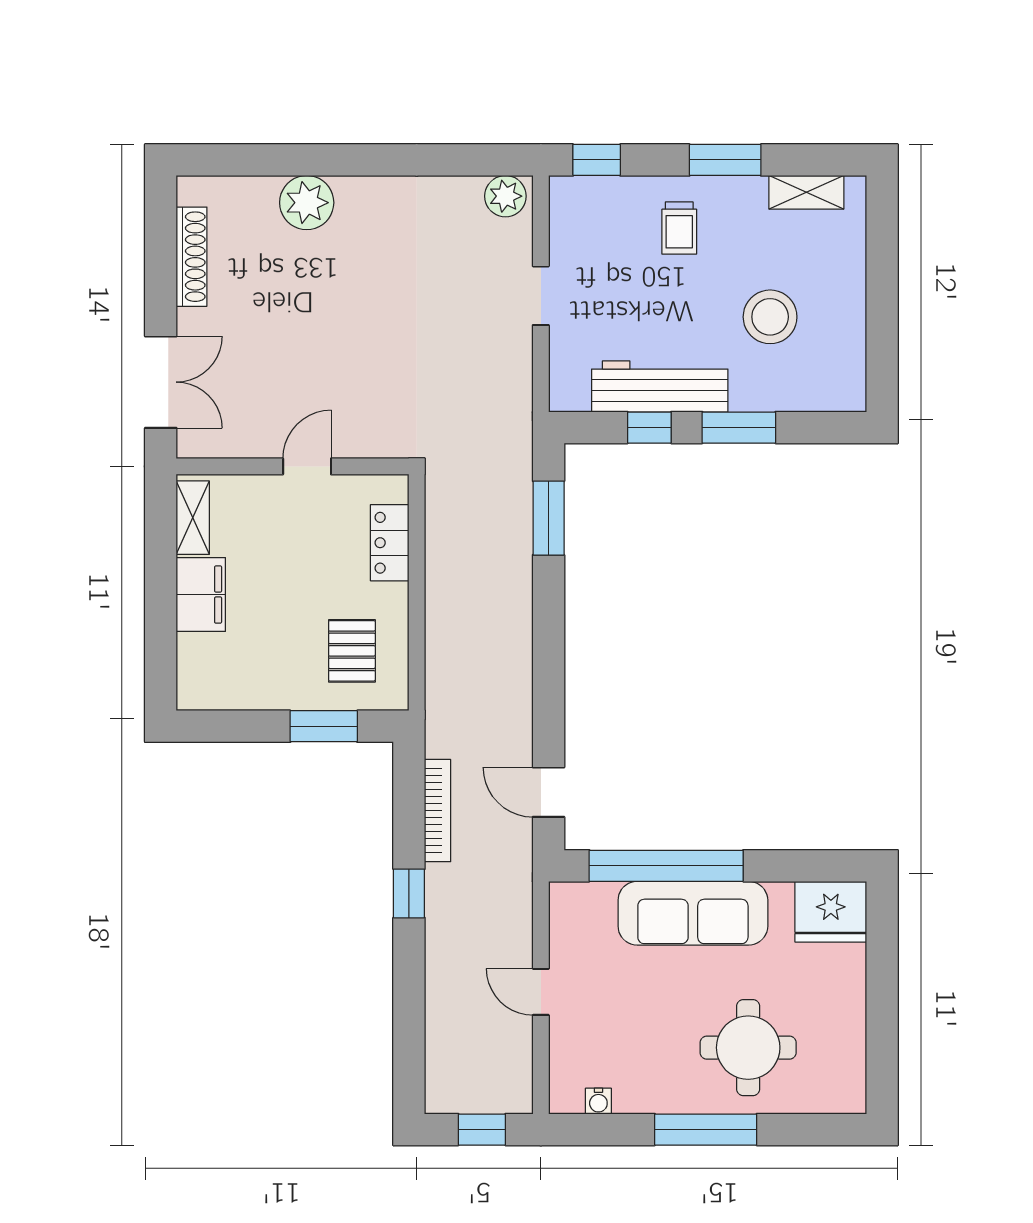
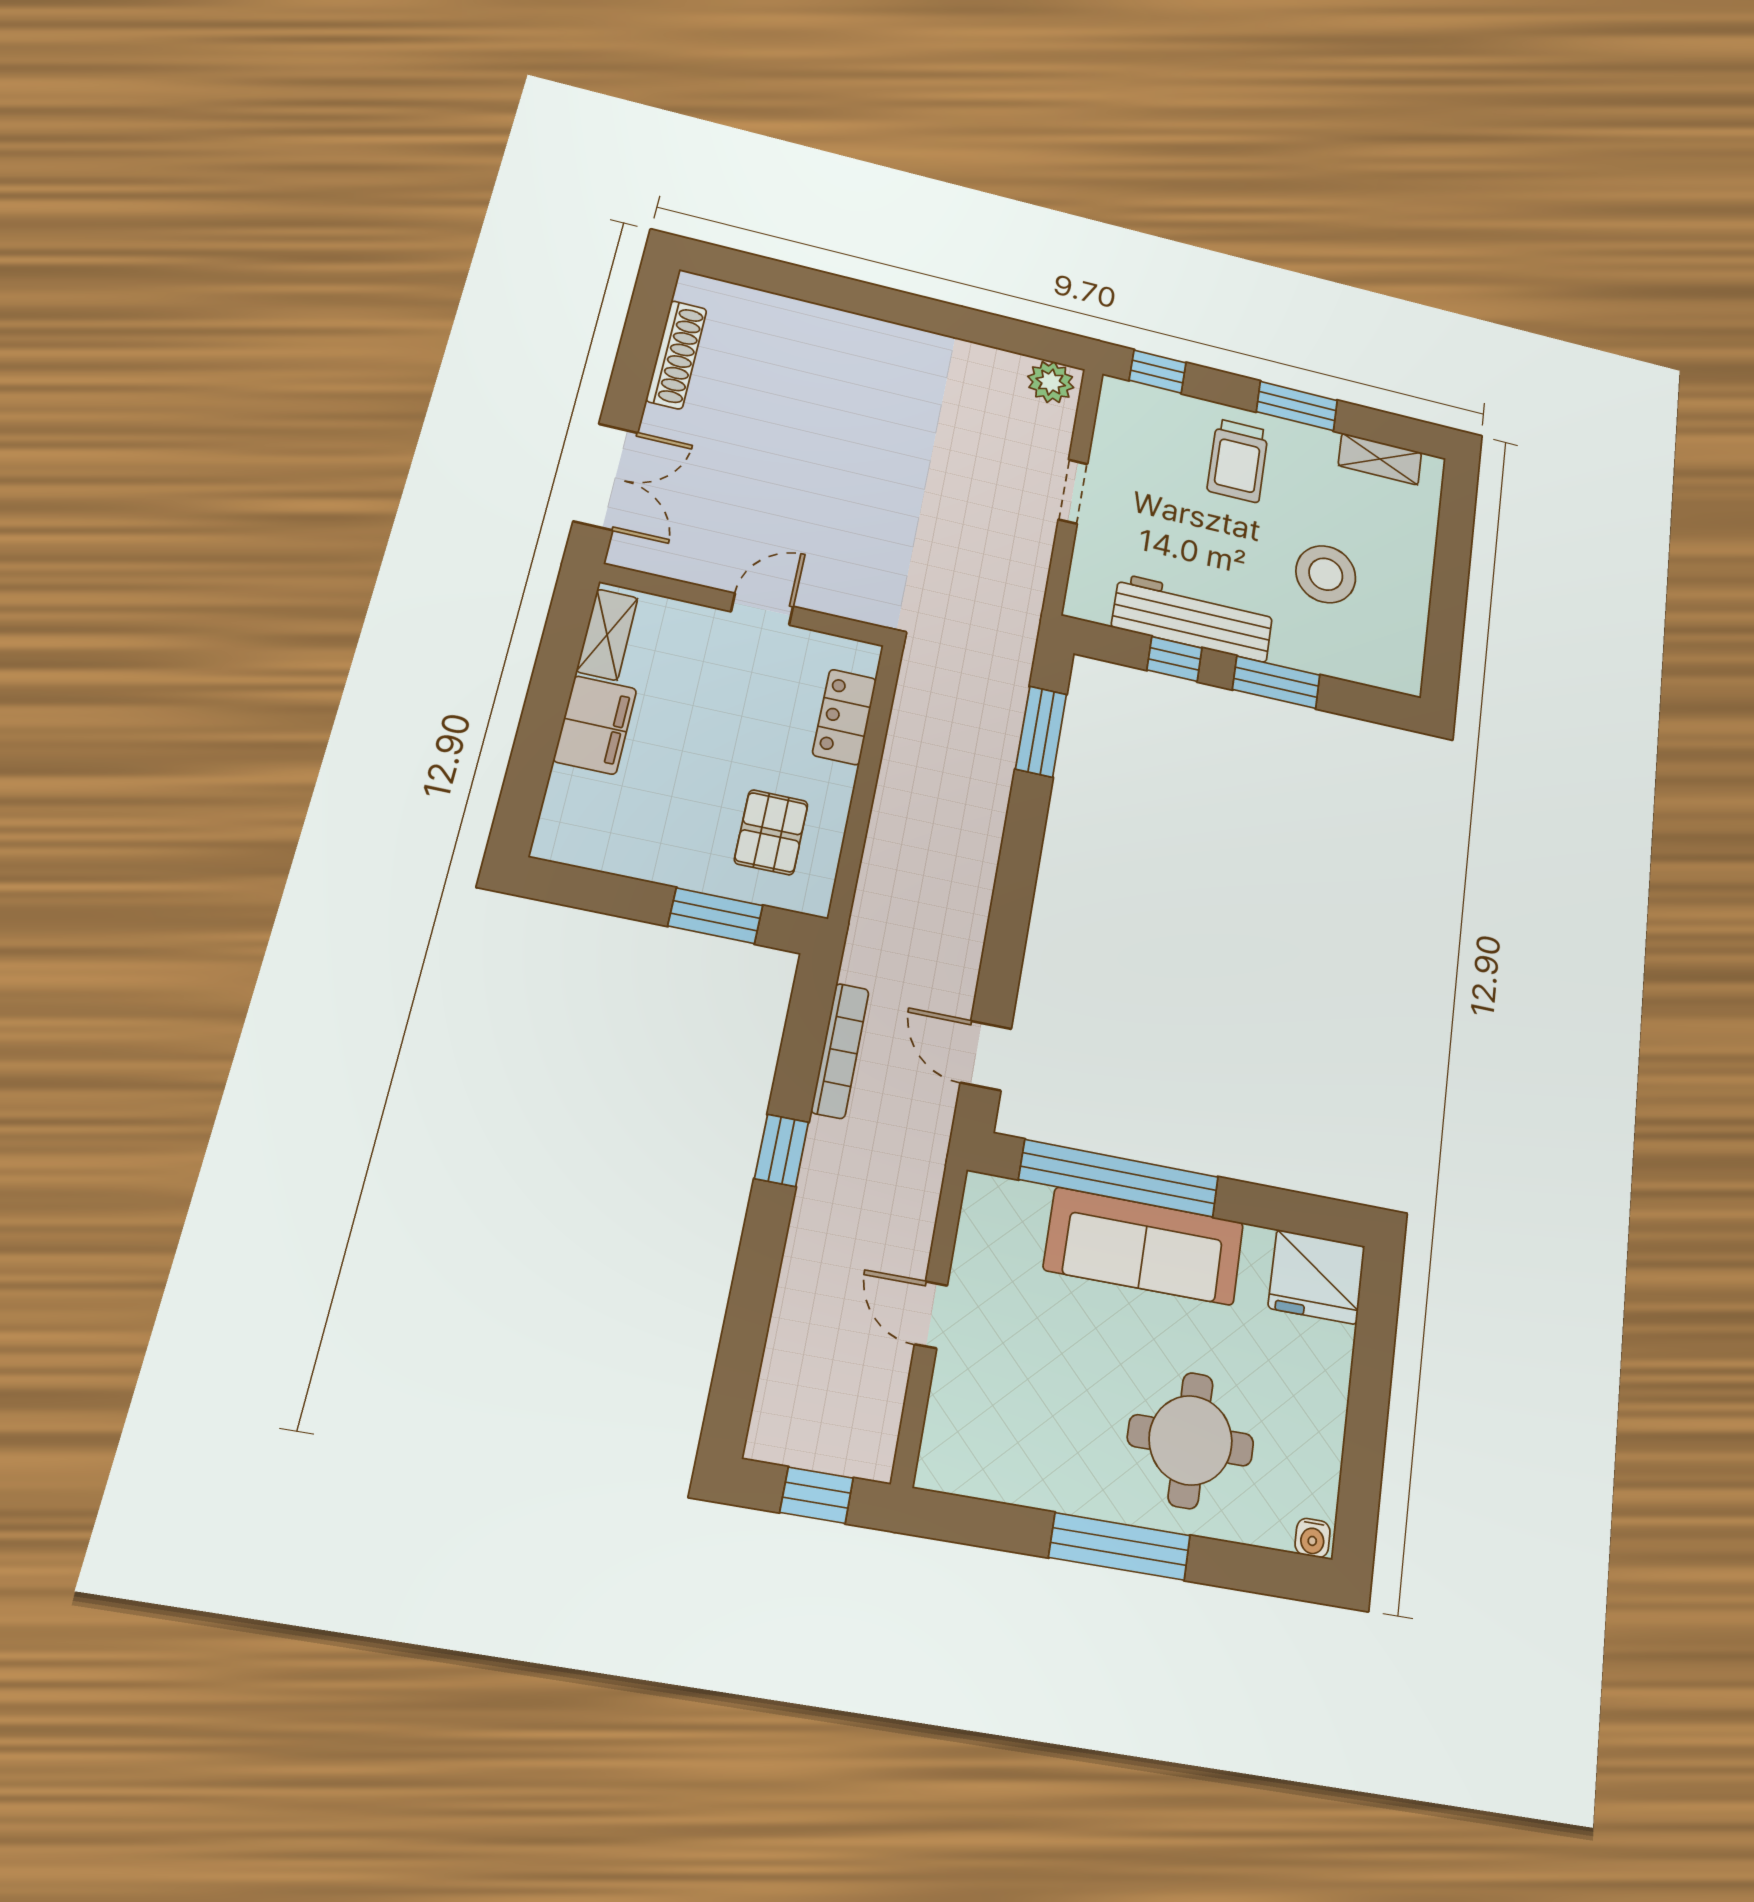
plant: (307, 203) -> (824, 333), removed
trolley: (679, 228) -> (1238, 461), width x1.36, depth x1.39
water cooler: (598, 1101) -> (1313, 1538), moved

